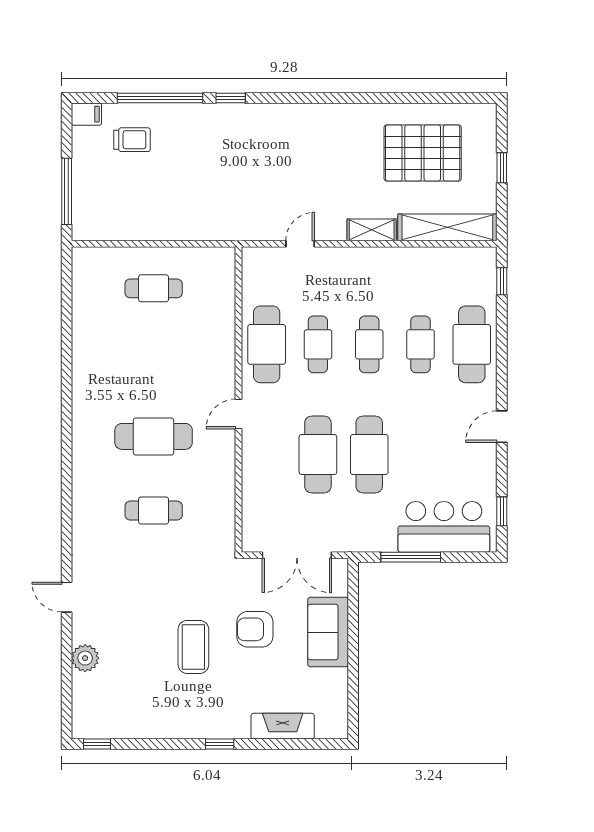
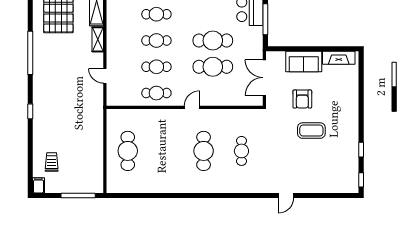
window: (160, 98) -> (30, 53), moved
cafe table: (154, 288) -> (128, 151), width x1.37, depth x1.35
cafe table: (267, 344) -> (156, 93), width x0.73, depth x0.74
door: (239, 414) -> (192, 107), swing flipped
double door: (297, 555) -> (264, 78), swing flipped
plant: (85, 658) -> (317, 186), removed
fireplace: (283, 726) -> (339, 58), moved, turned -90
window: (220, 744) -> (361, 150), moved

